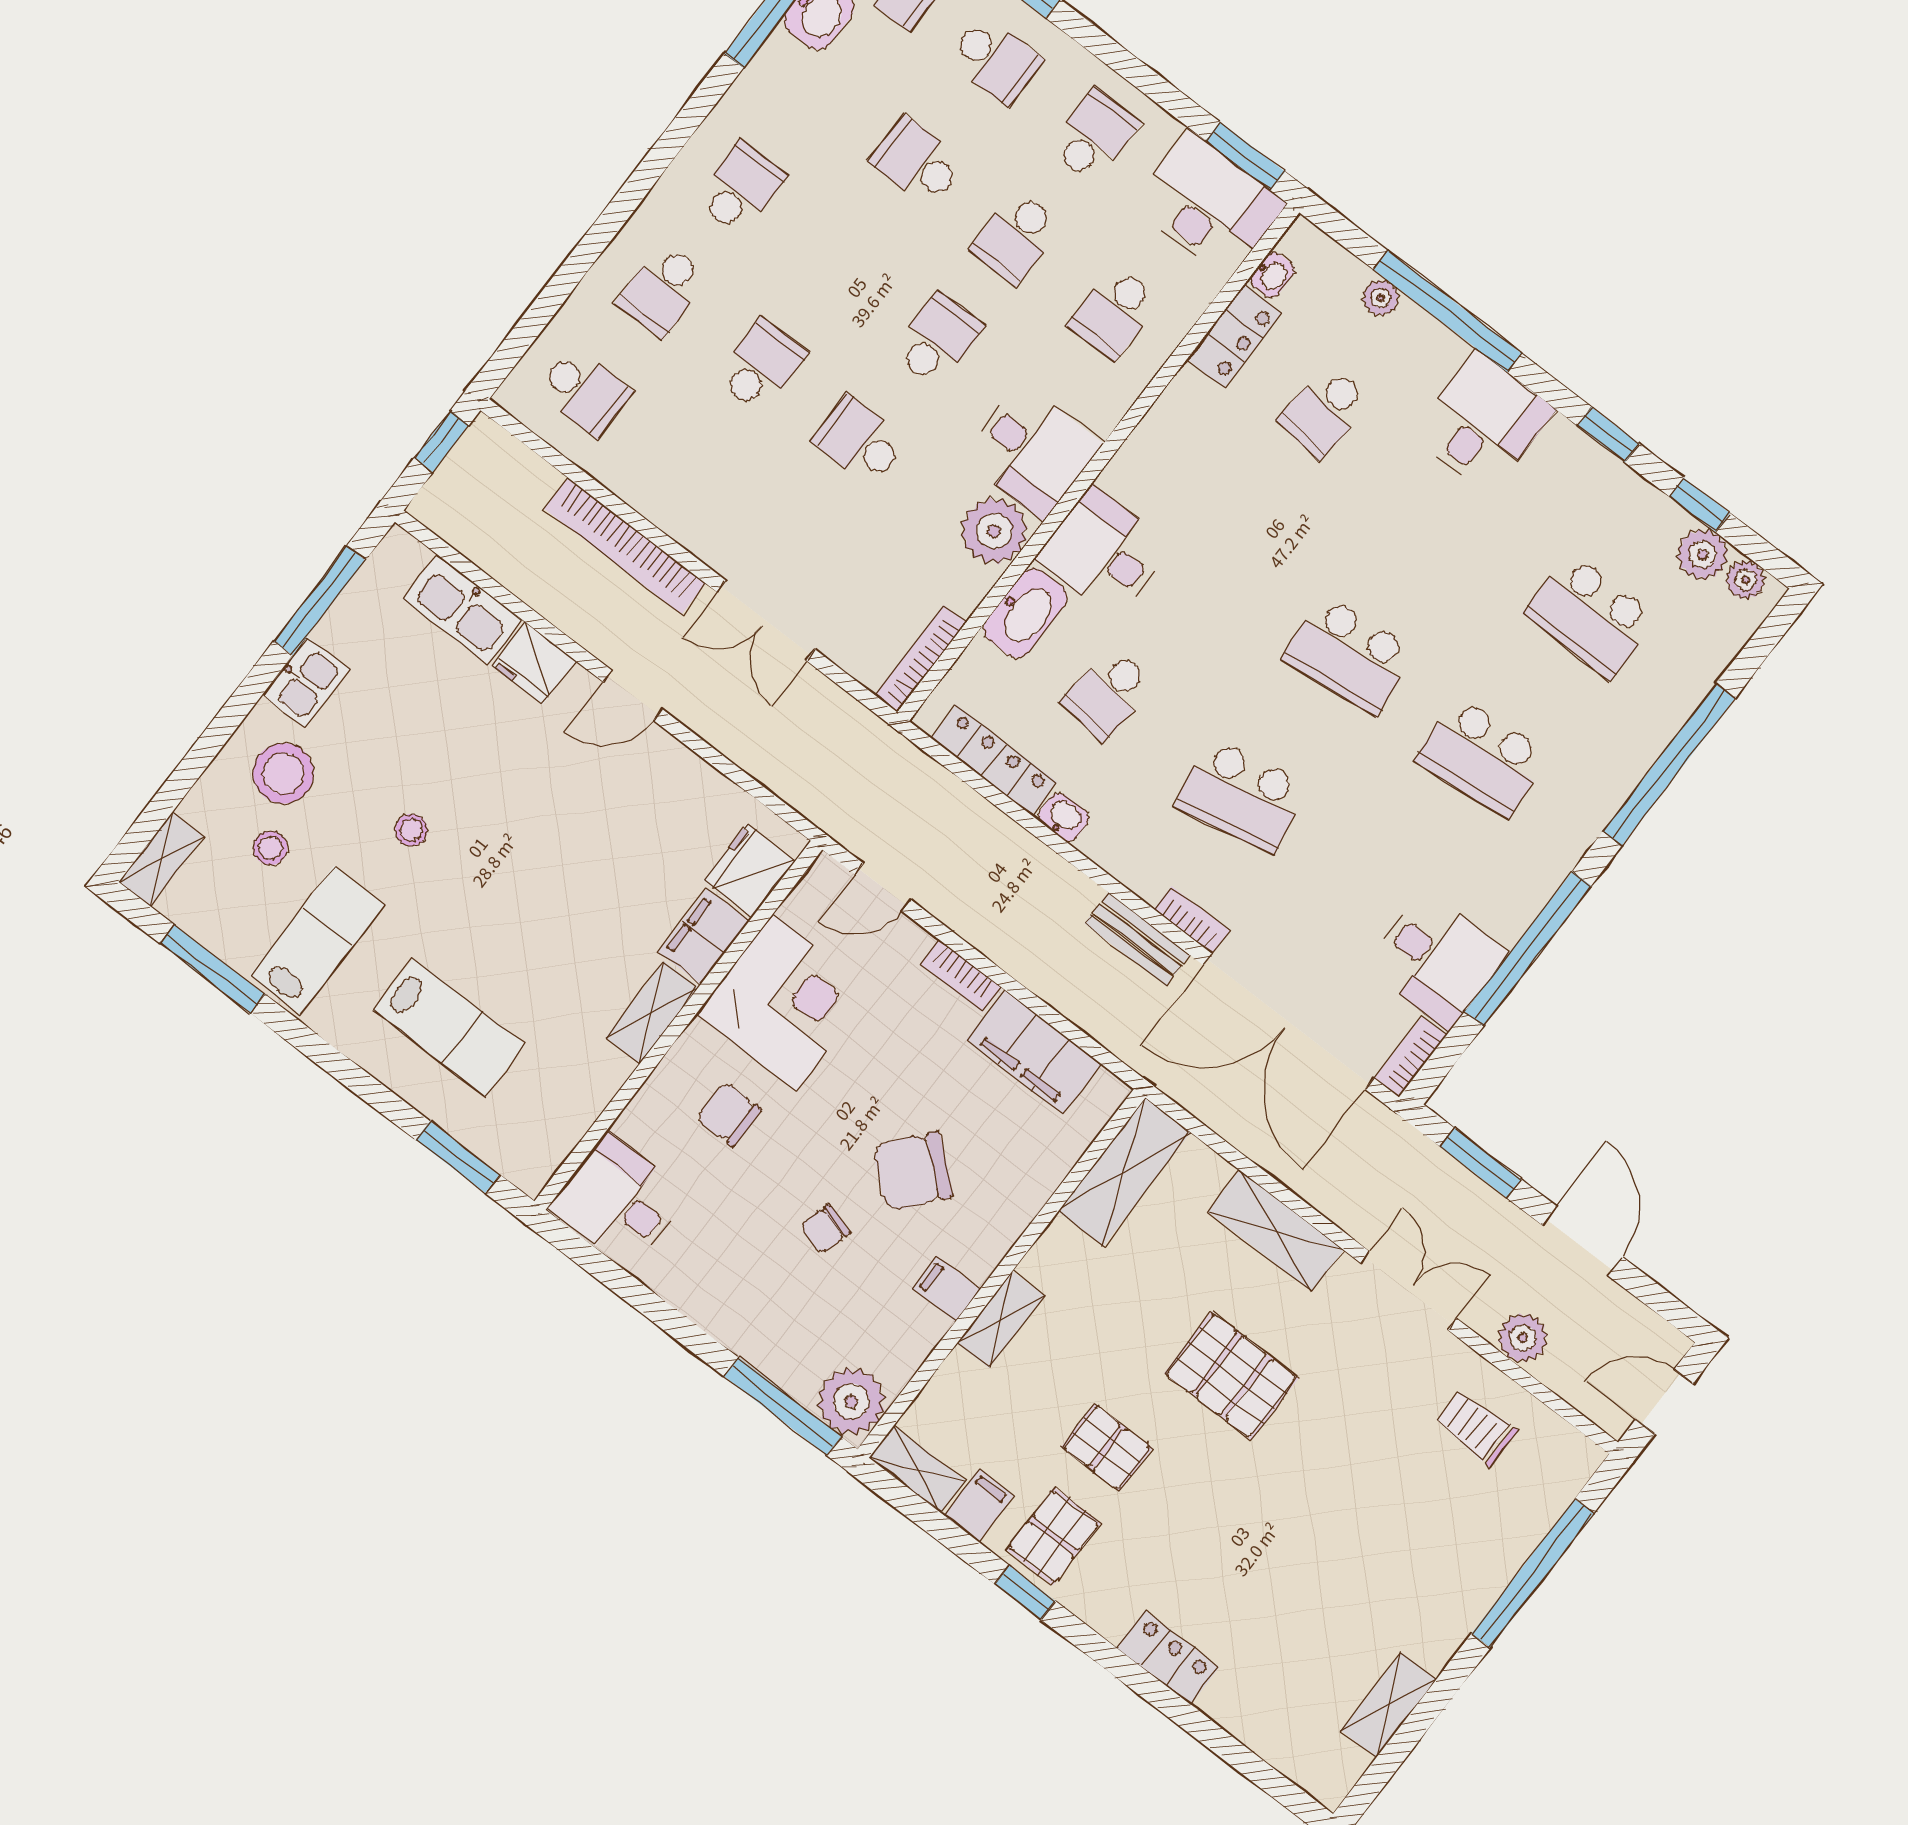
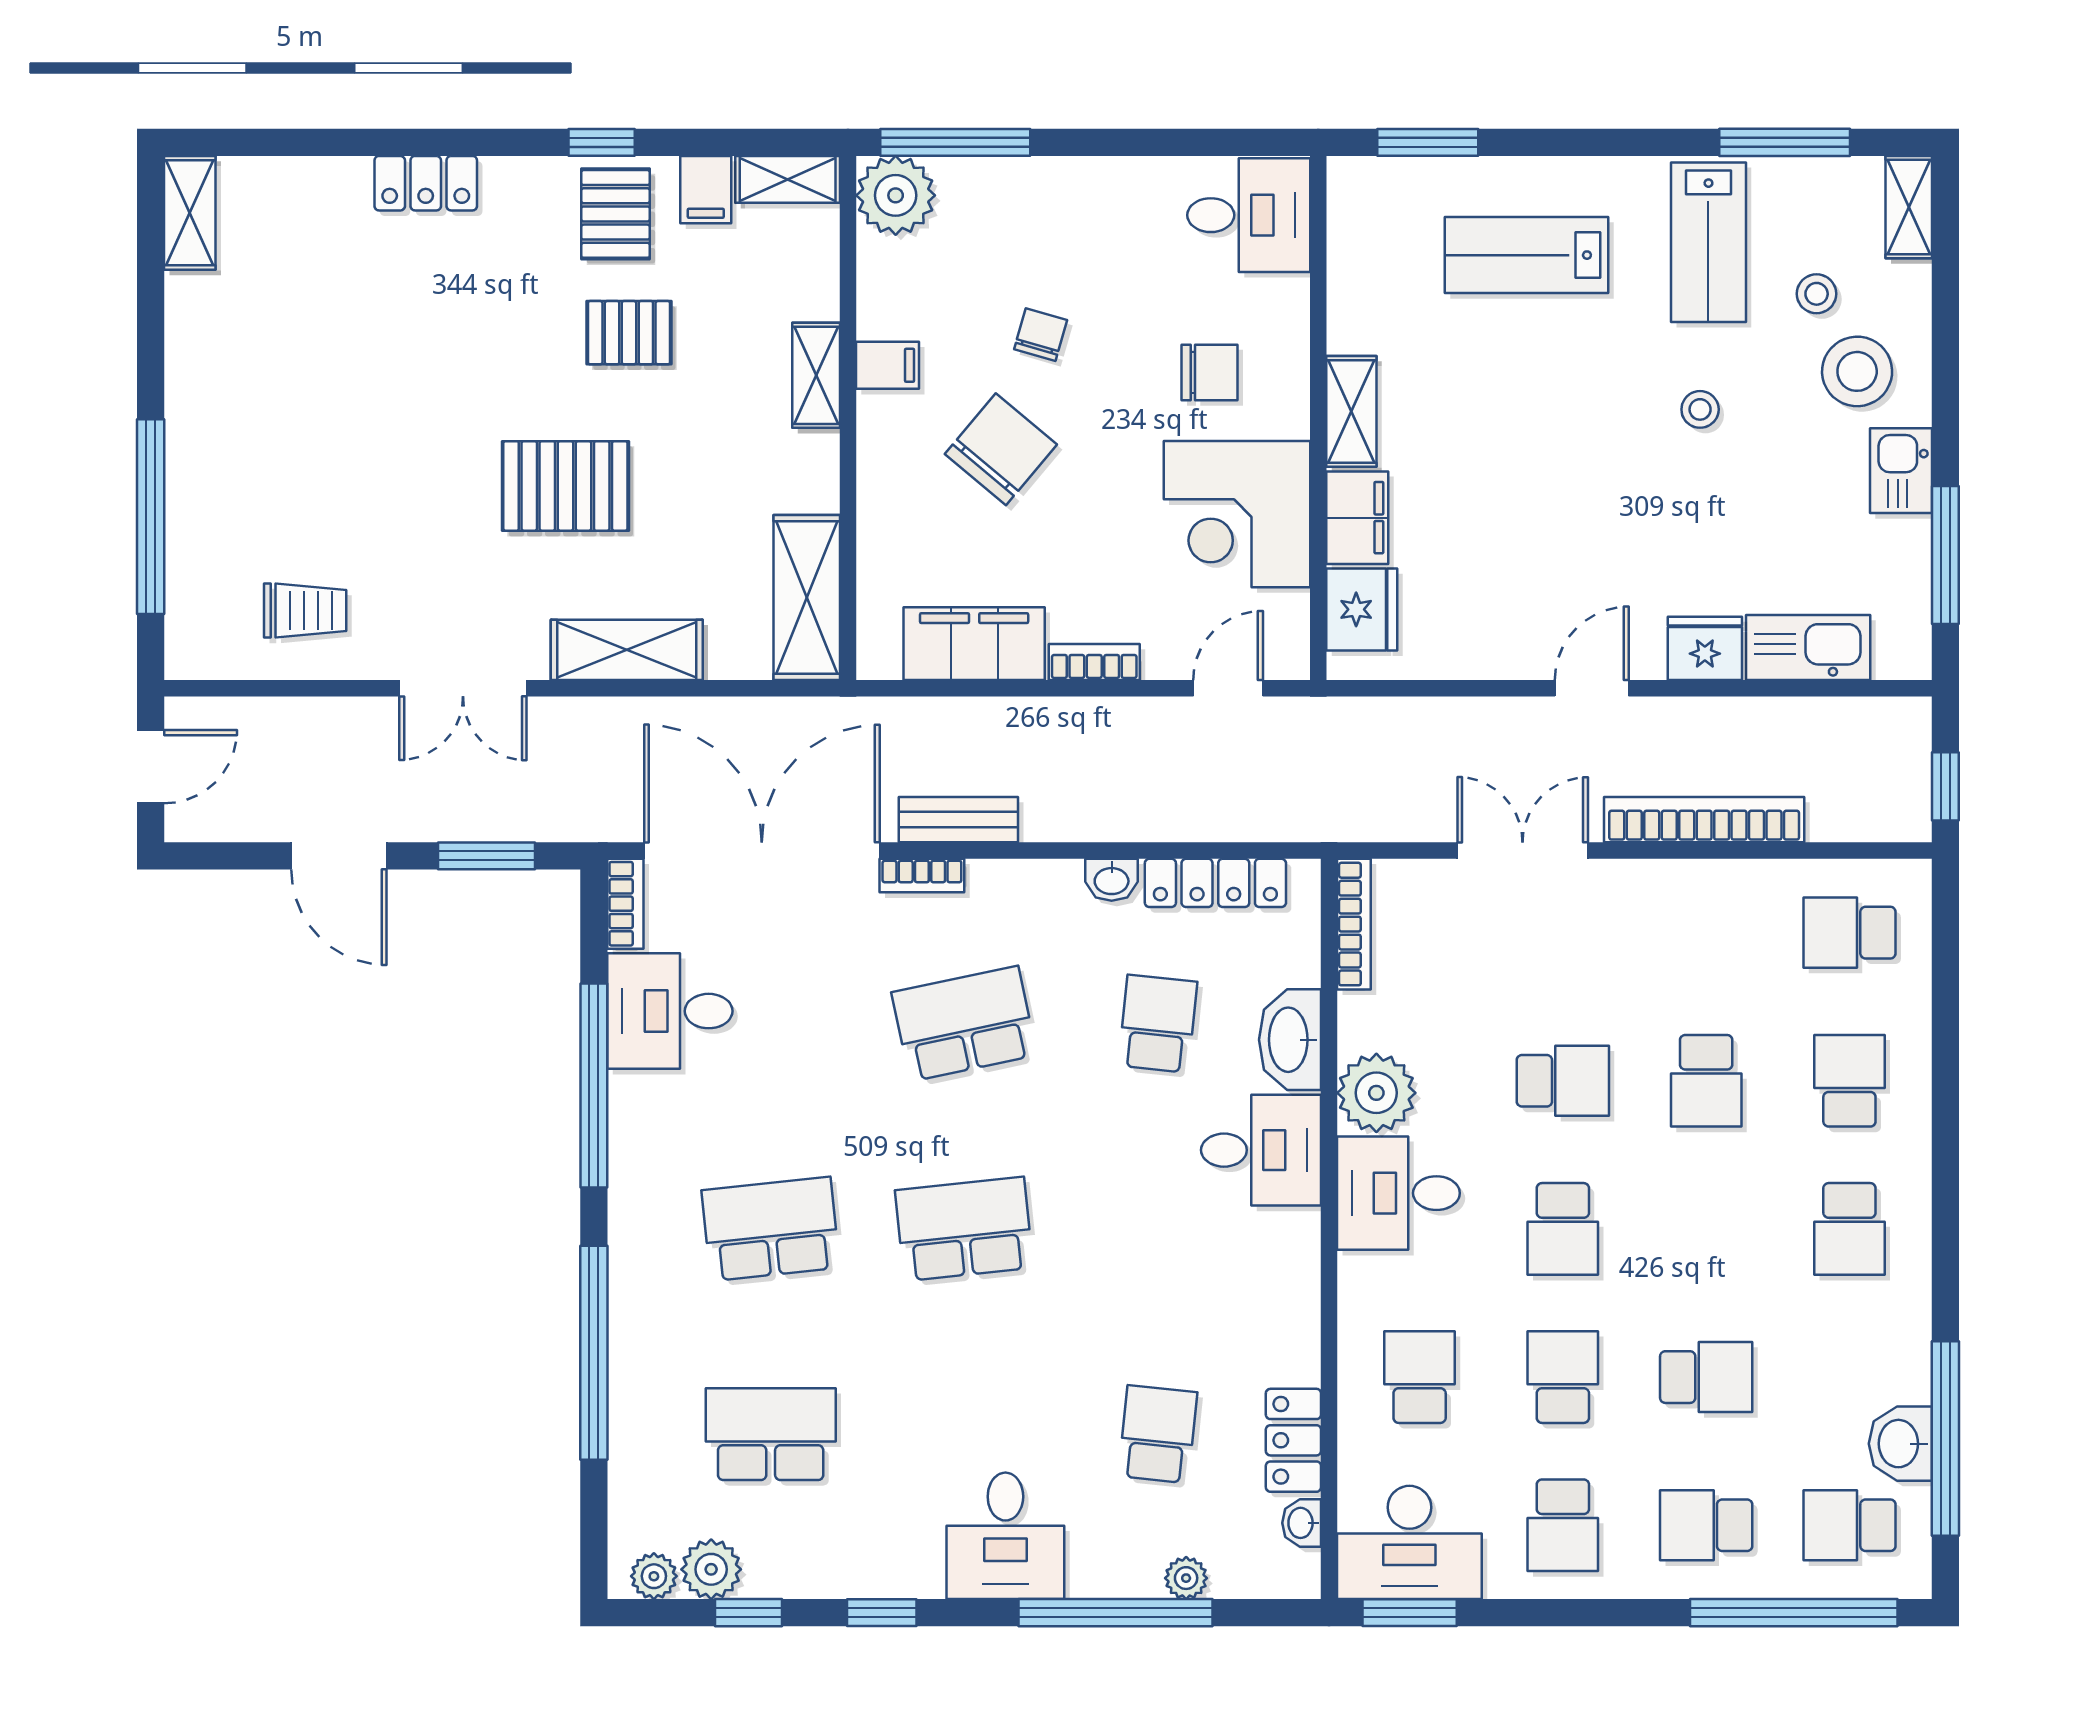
plant: (1523, 1338) -> (325, 725), removed
shelving: (1389, 1705) -> (190, 213), moved

